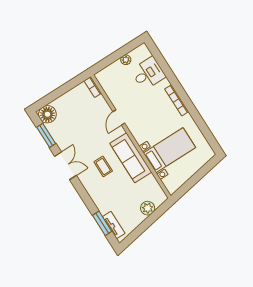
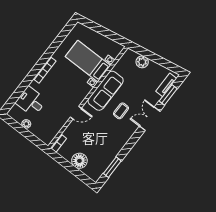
floor lamp: (47, 114) -> (79, 161), moved
double door: (65, 166) -> (150, 119), moved

